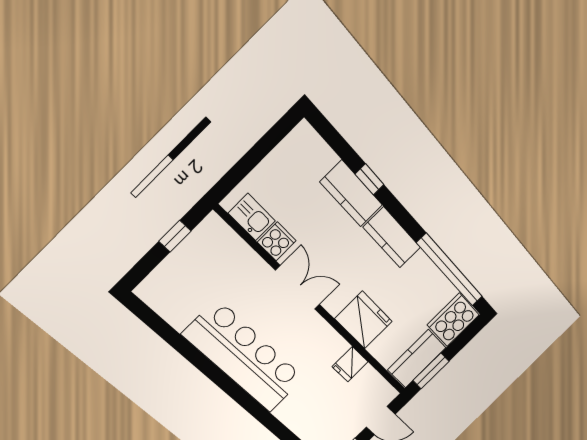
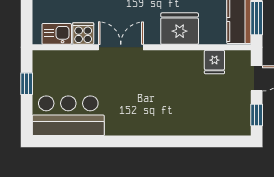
bar counter: (244, 357) -> (68, 116), moved, width x0.73
fridge: (350, 364) -> (214, 62), moved

